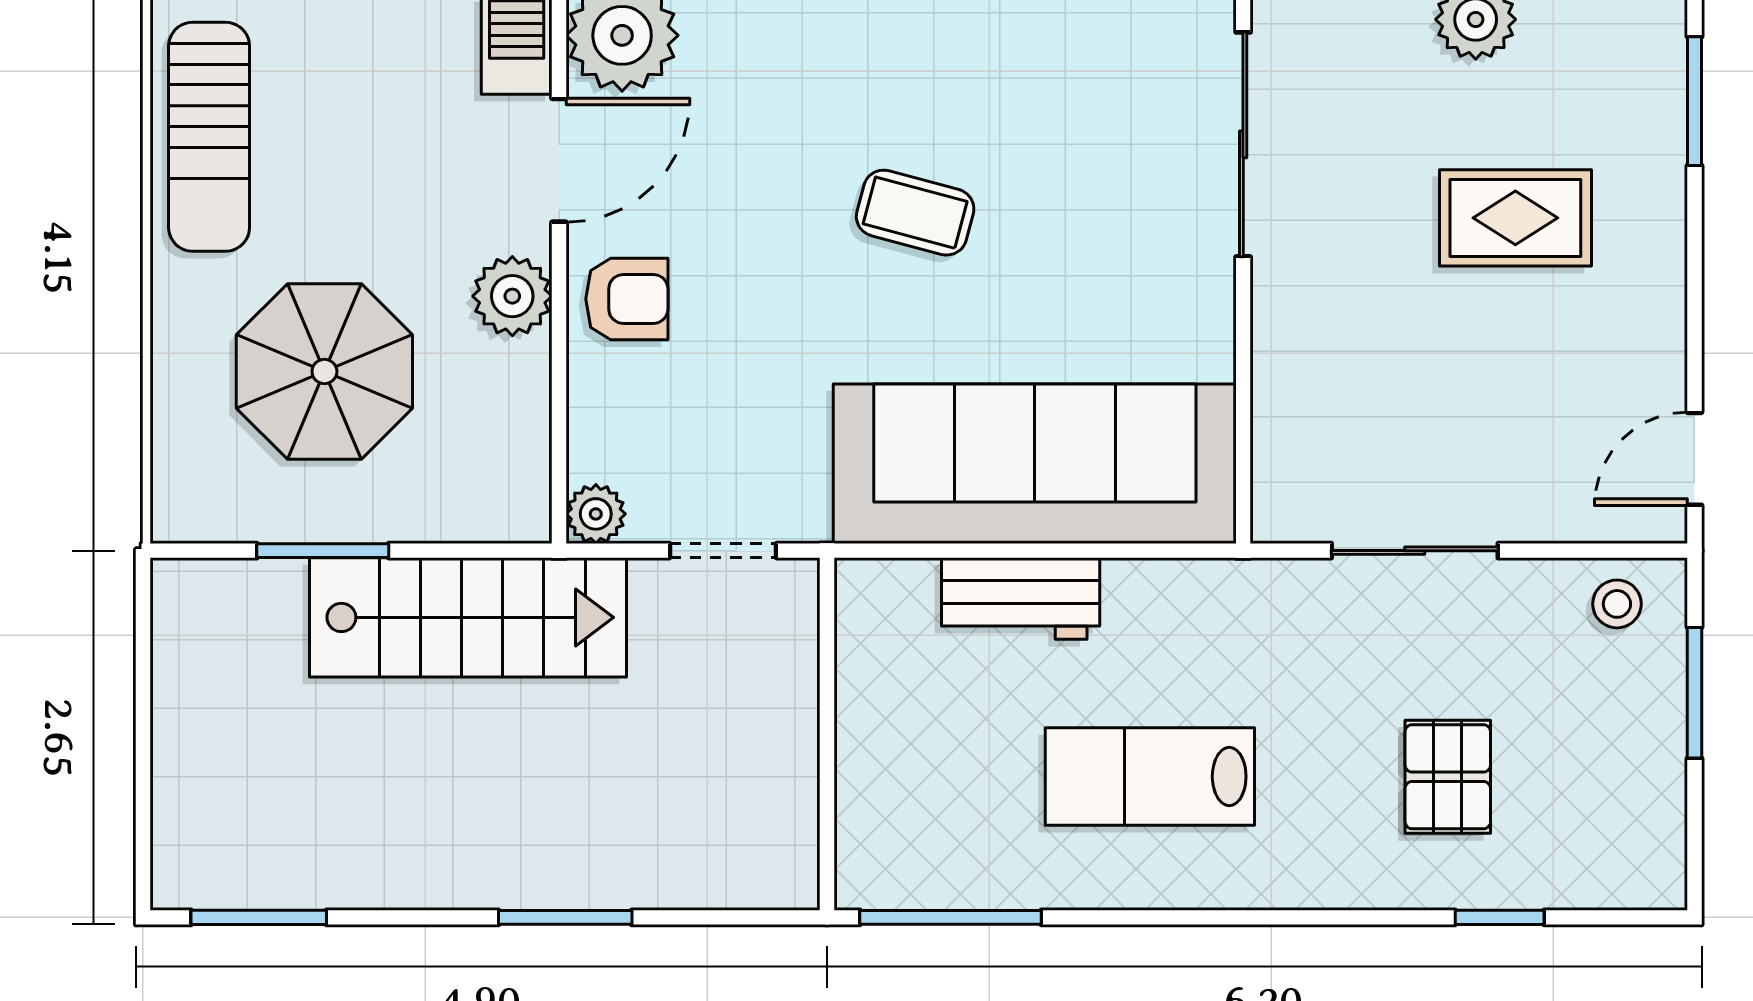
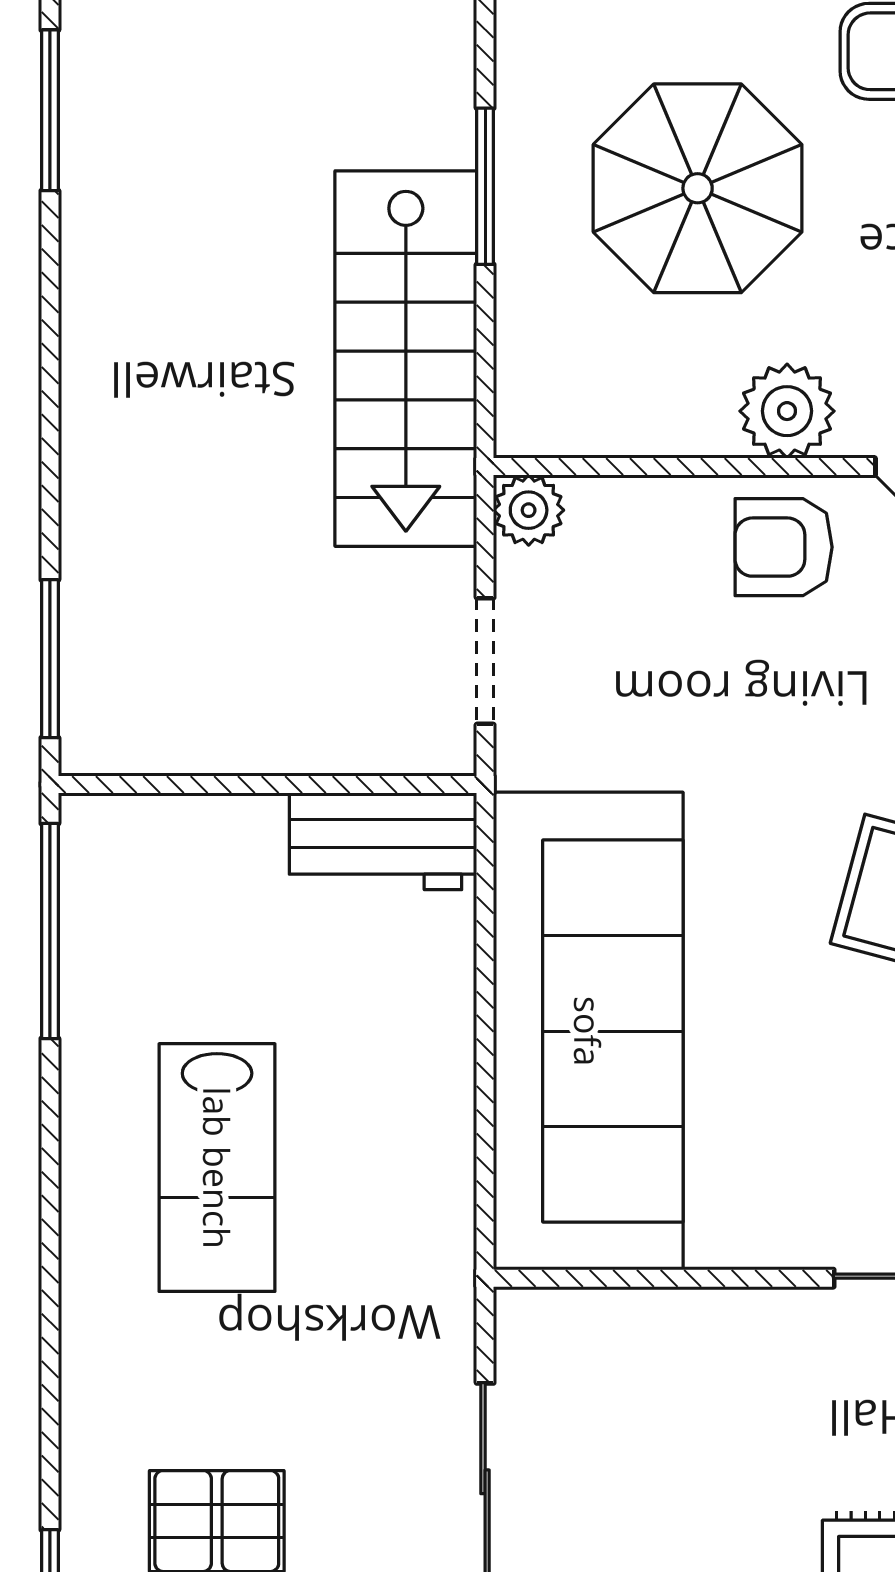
armchair: (627, 299) -> (784, 547), turned 90
workbench: (1021, 598) -> (383, 841), moved, turned -90
lab bench: (1150, 777) -> (217, 1168), turned 180
window: (565, 917) -> (50, 659), moved

